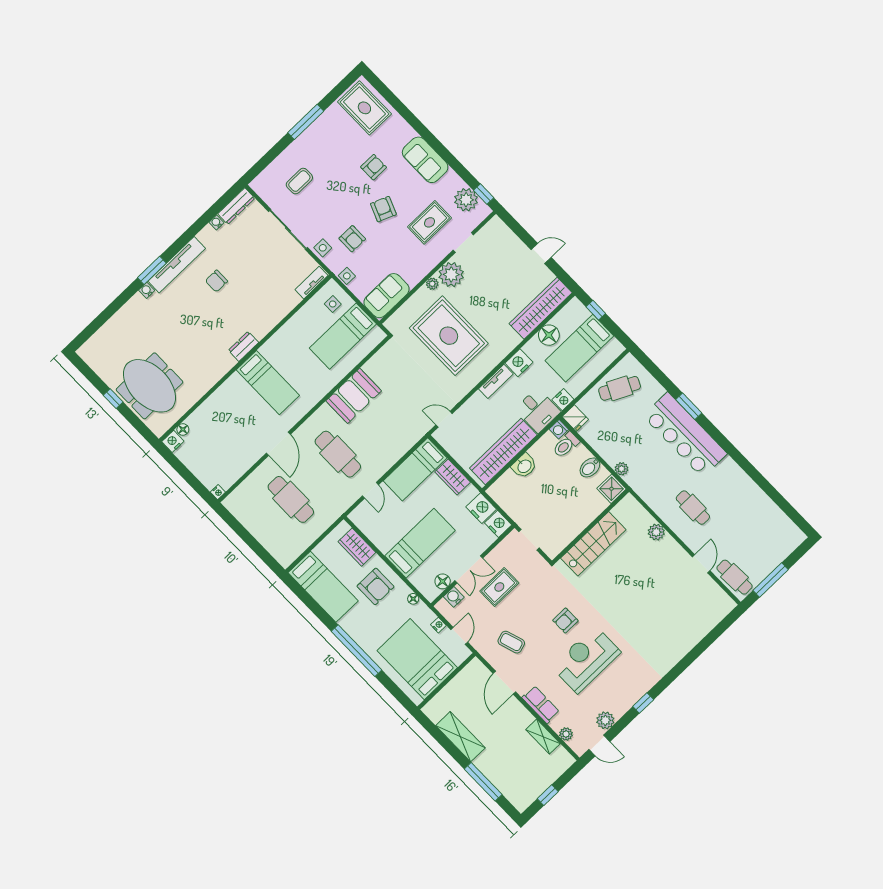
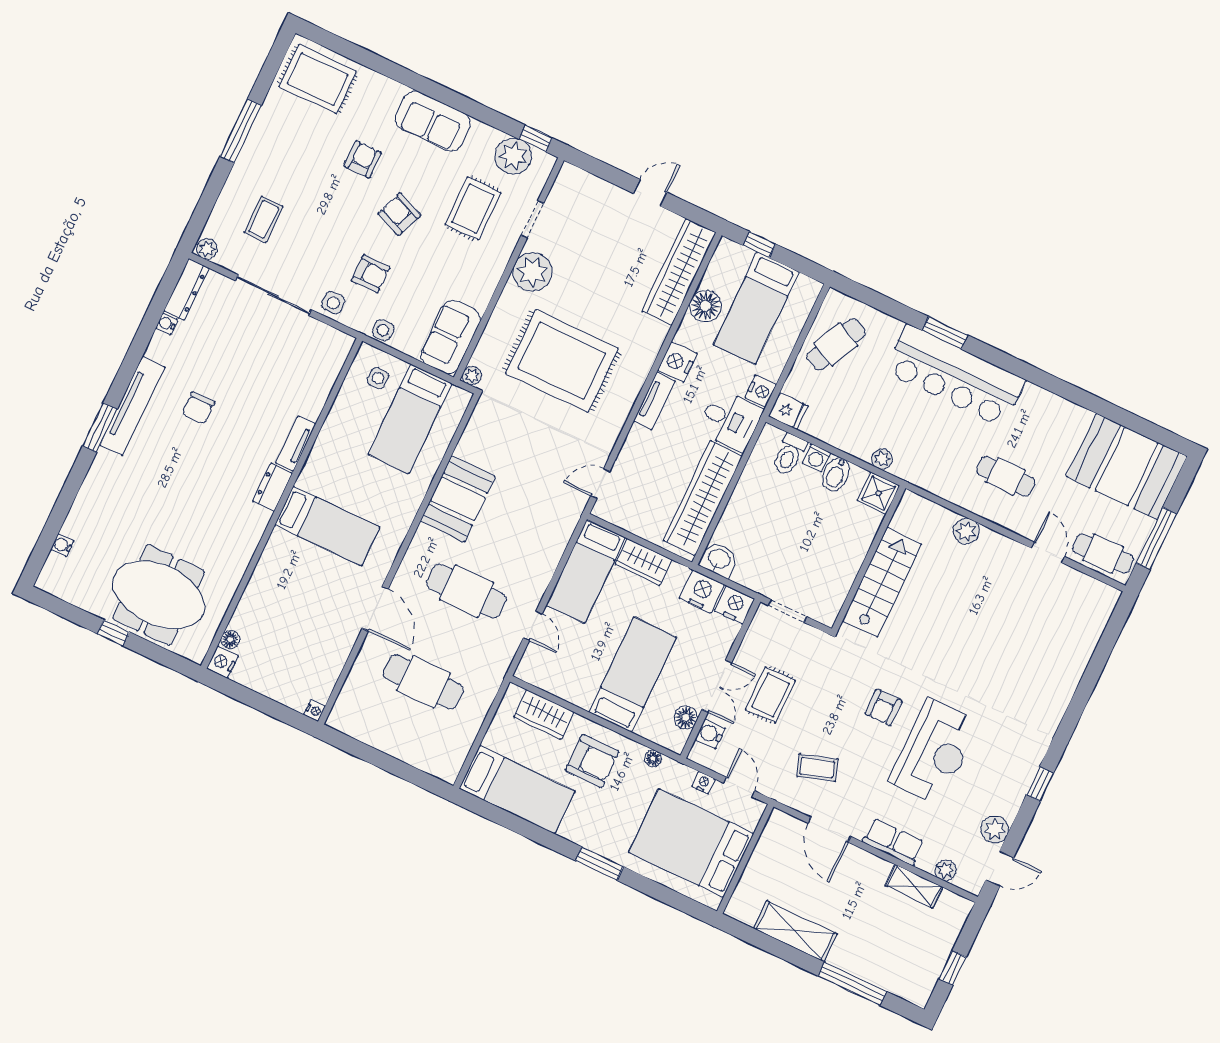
plant: (258, 186) -> (207, 249), added
tv unit: (311, 283) -> (296, 444), moved
plant: (432, 284) -> (472, 376), moved
water cooler: (147, 290) -> (62, 545), moved
washing machine: (559, 429) -> (816, 458), moved
washbasin: (524, 466) -> (719, 559), moved, turned -90
booth: (769, 529) -> (1127, 466), added
window: (356, 651) -> (599, 864), width x0.47
reception desk: (586, 660) -> (934, 752), turned 180

